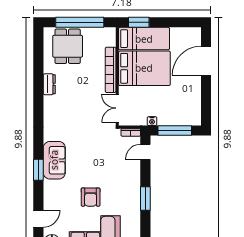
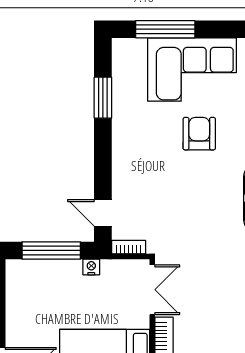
door: (145, 152) -> (103, 213), swing flipped
window: (145, 199) -> (103, 98), moved

